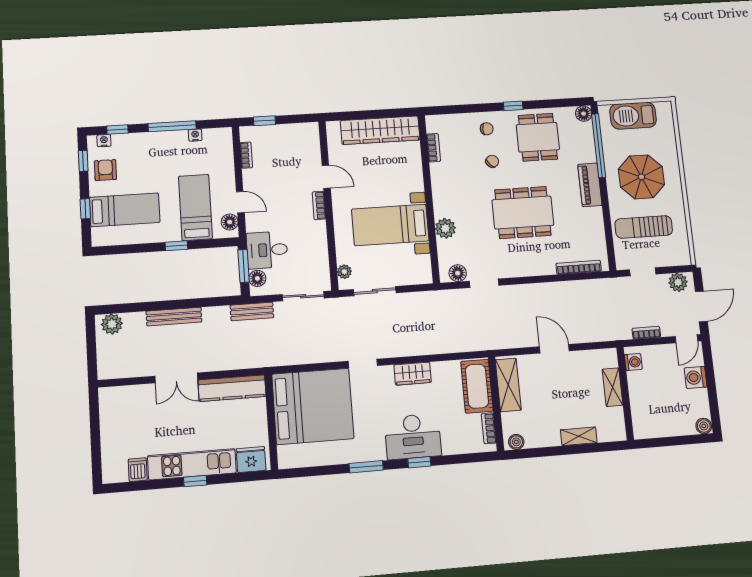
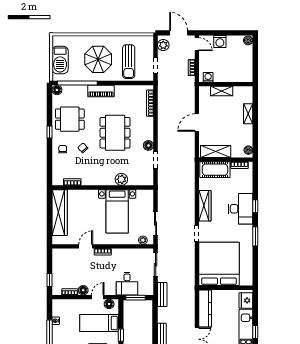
floor lamp: (458, 273) -> (148, 145), moved
floor lamp: (257, 278) -> (83, 290), moved
wardrobe: (413, 374) -> (205, 206), width x1.50

